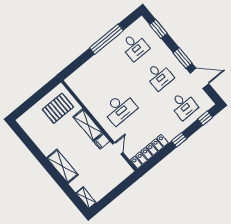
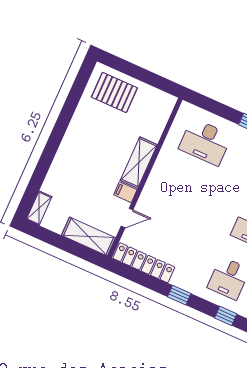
pallet: (58, 108) -> (114, 93), moved
desk: (120, 109) -> (205, 142), moved
shelving: (62, 166) -> (89, 237), moved, turned 90

